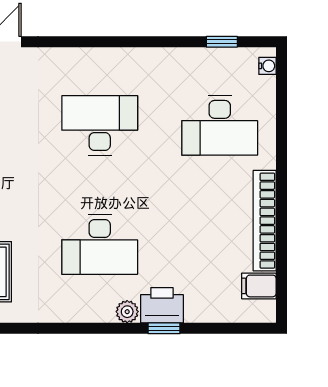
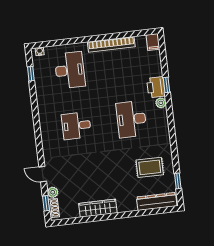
desk: (100, 125) -> (76, 126), width x0.73
desk: (100, 245) -> (131, 119), turned 180
filing cabinet: (259, 286) -> (153, 42), moved

